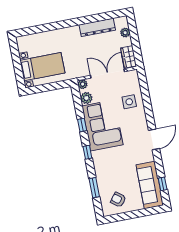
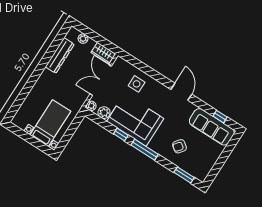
window: (87, 152) -> (145, 150), width x2.17
window: (94, 188) -> (184, 175), moved
armchair: (118, 200) -> (179, 146), moved

